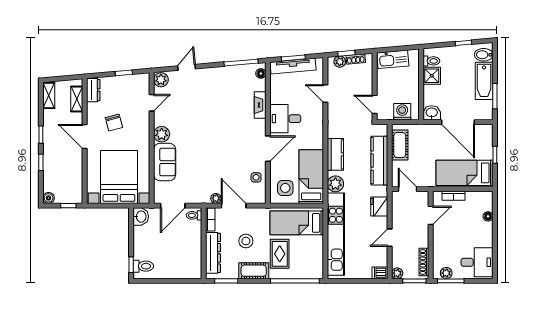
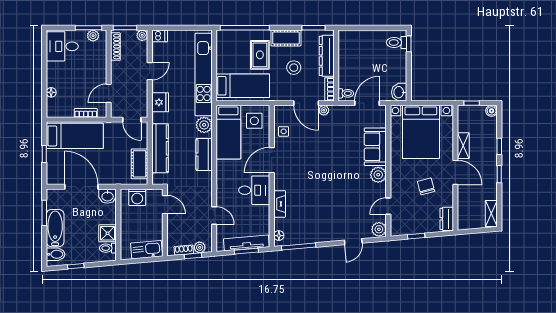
shelving: (77, 99) -> (463, 146), moved

